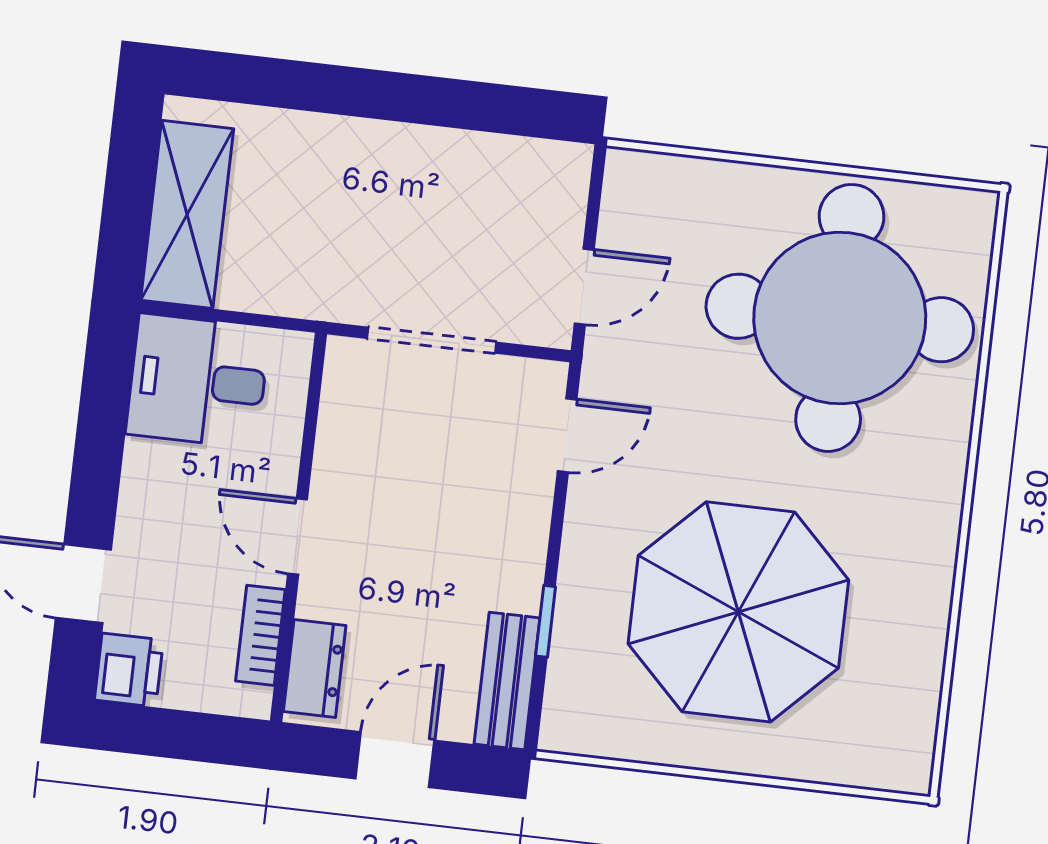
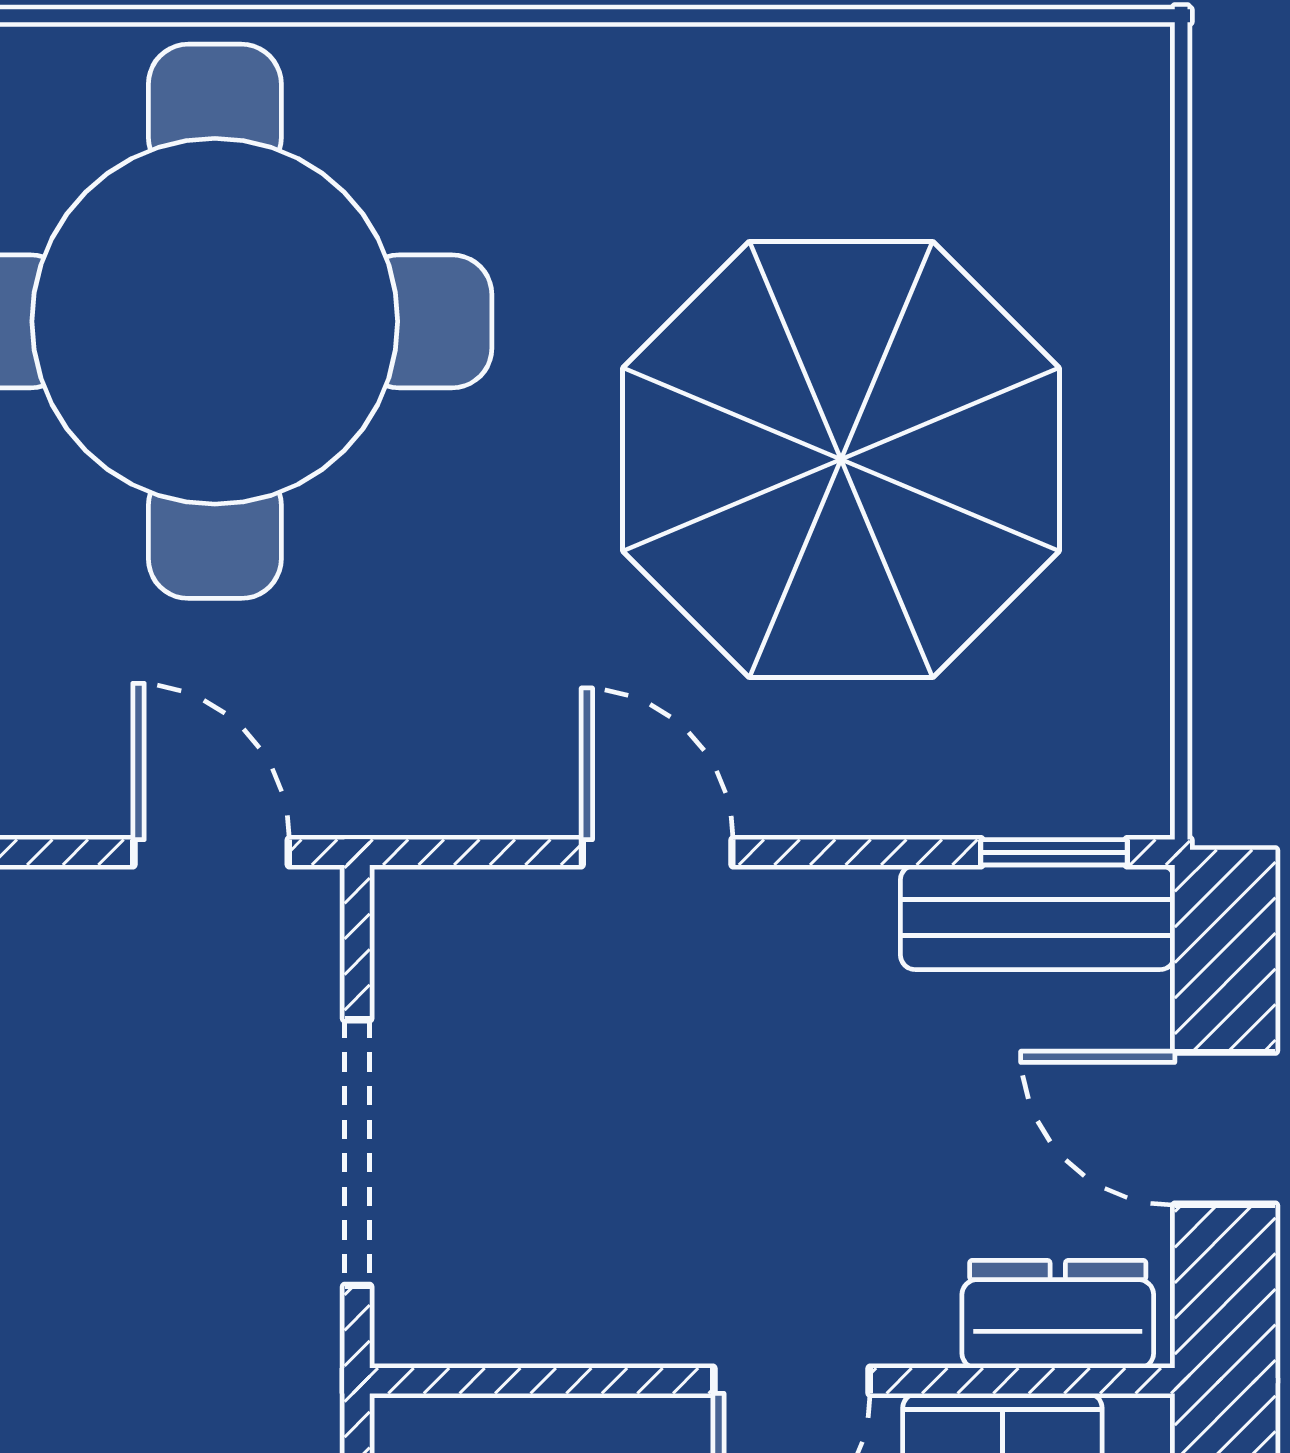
door: (567, 435) -> (657, 852), moved
window: (546, 621) -> (1054, 852), moved

